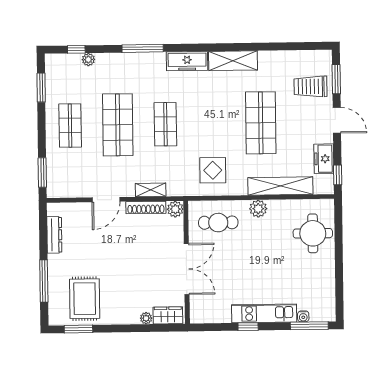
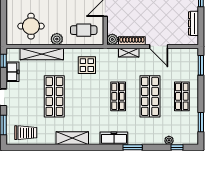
window: (143, 48) -> (133, 147), width x0.69
freezer: (187, 61) -> (114, 138), moved
trolley: (311, 87) -> (26, 133), moved
door: (106, 200) -> (159, 46), swing flipped
round table: (313, 233) -> (31, 26), moved

